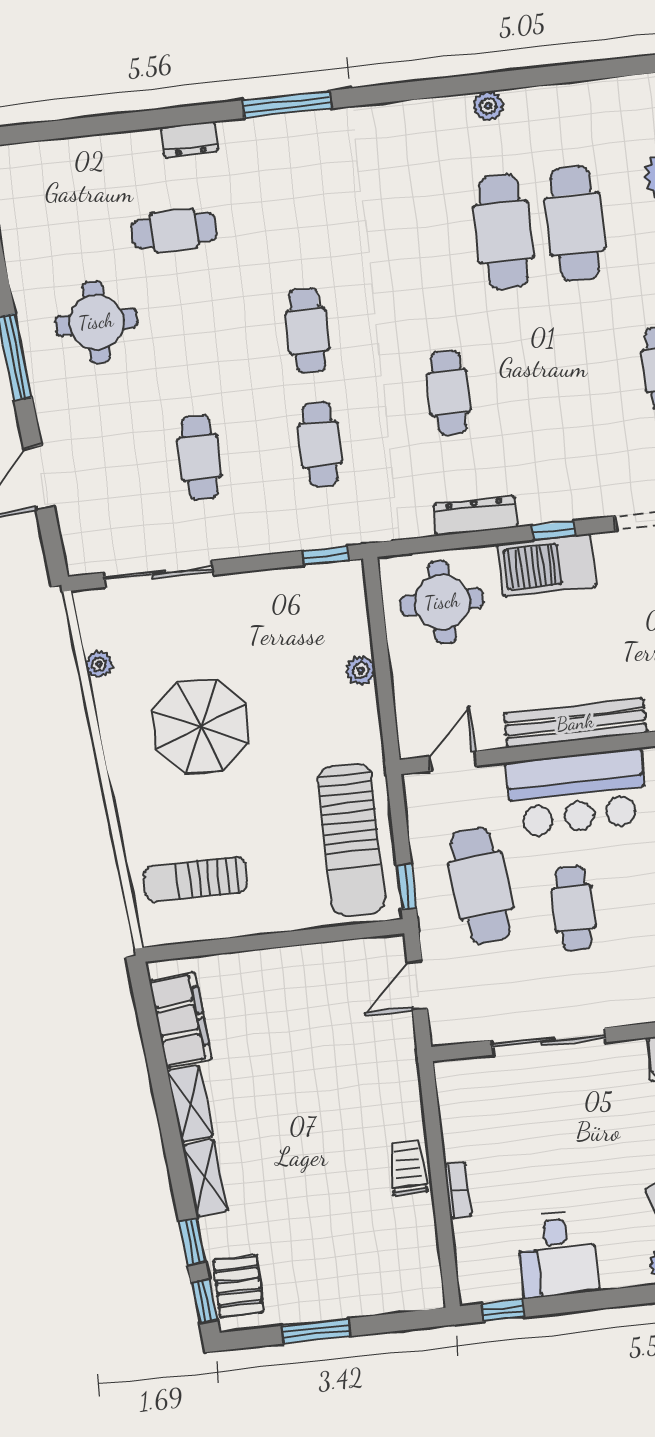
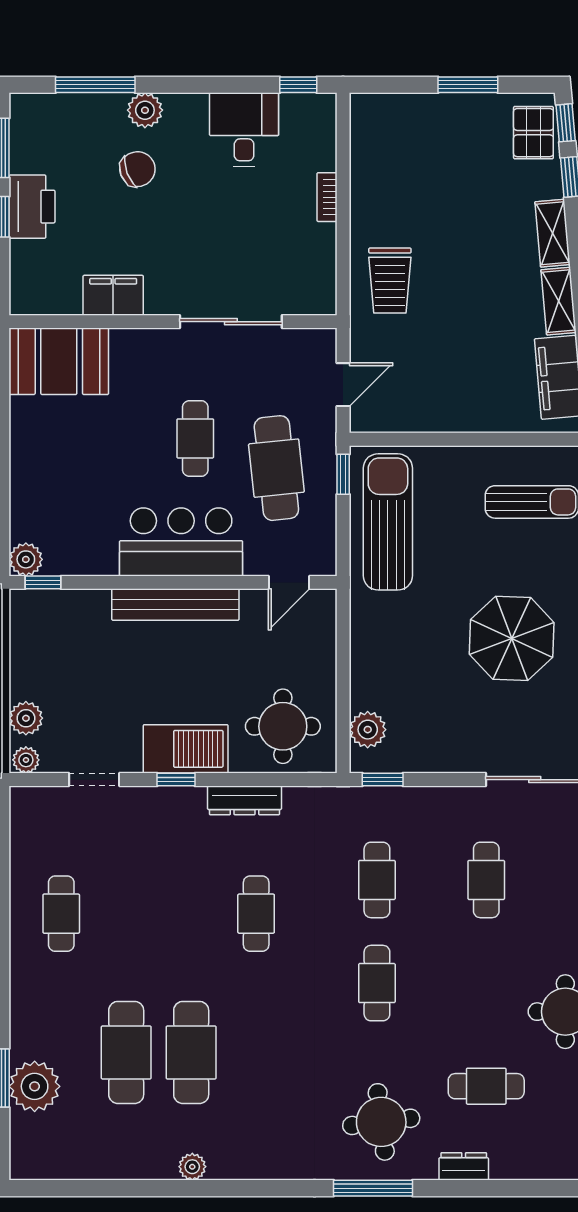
round table: (286, 178) -> (381, 1122), added
plant: (361, 670) -> (368, 730), moved, width x1.38, depth x1.38
trolley: (408, 1168) -> (390, 280), moved, width x1.36, depth x1.39

